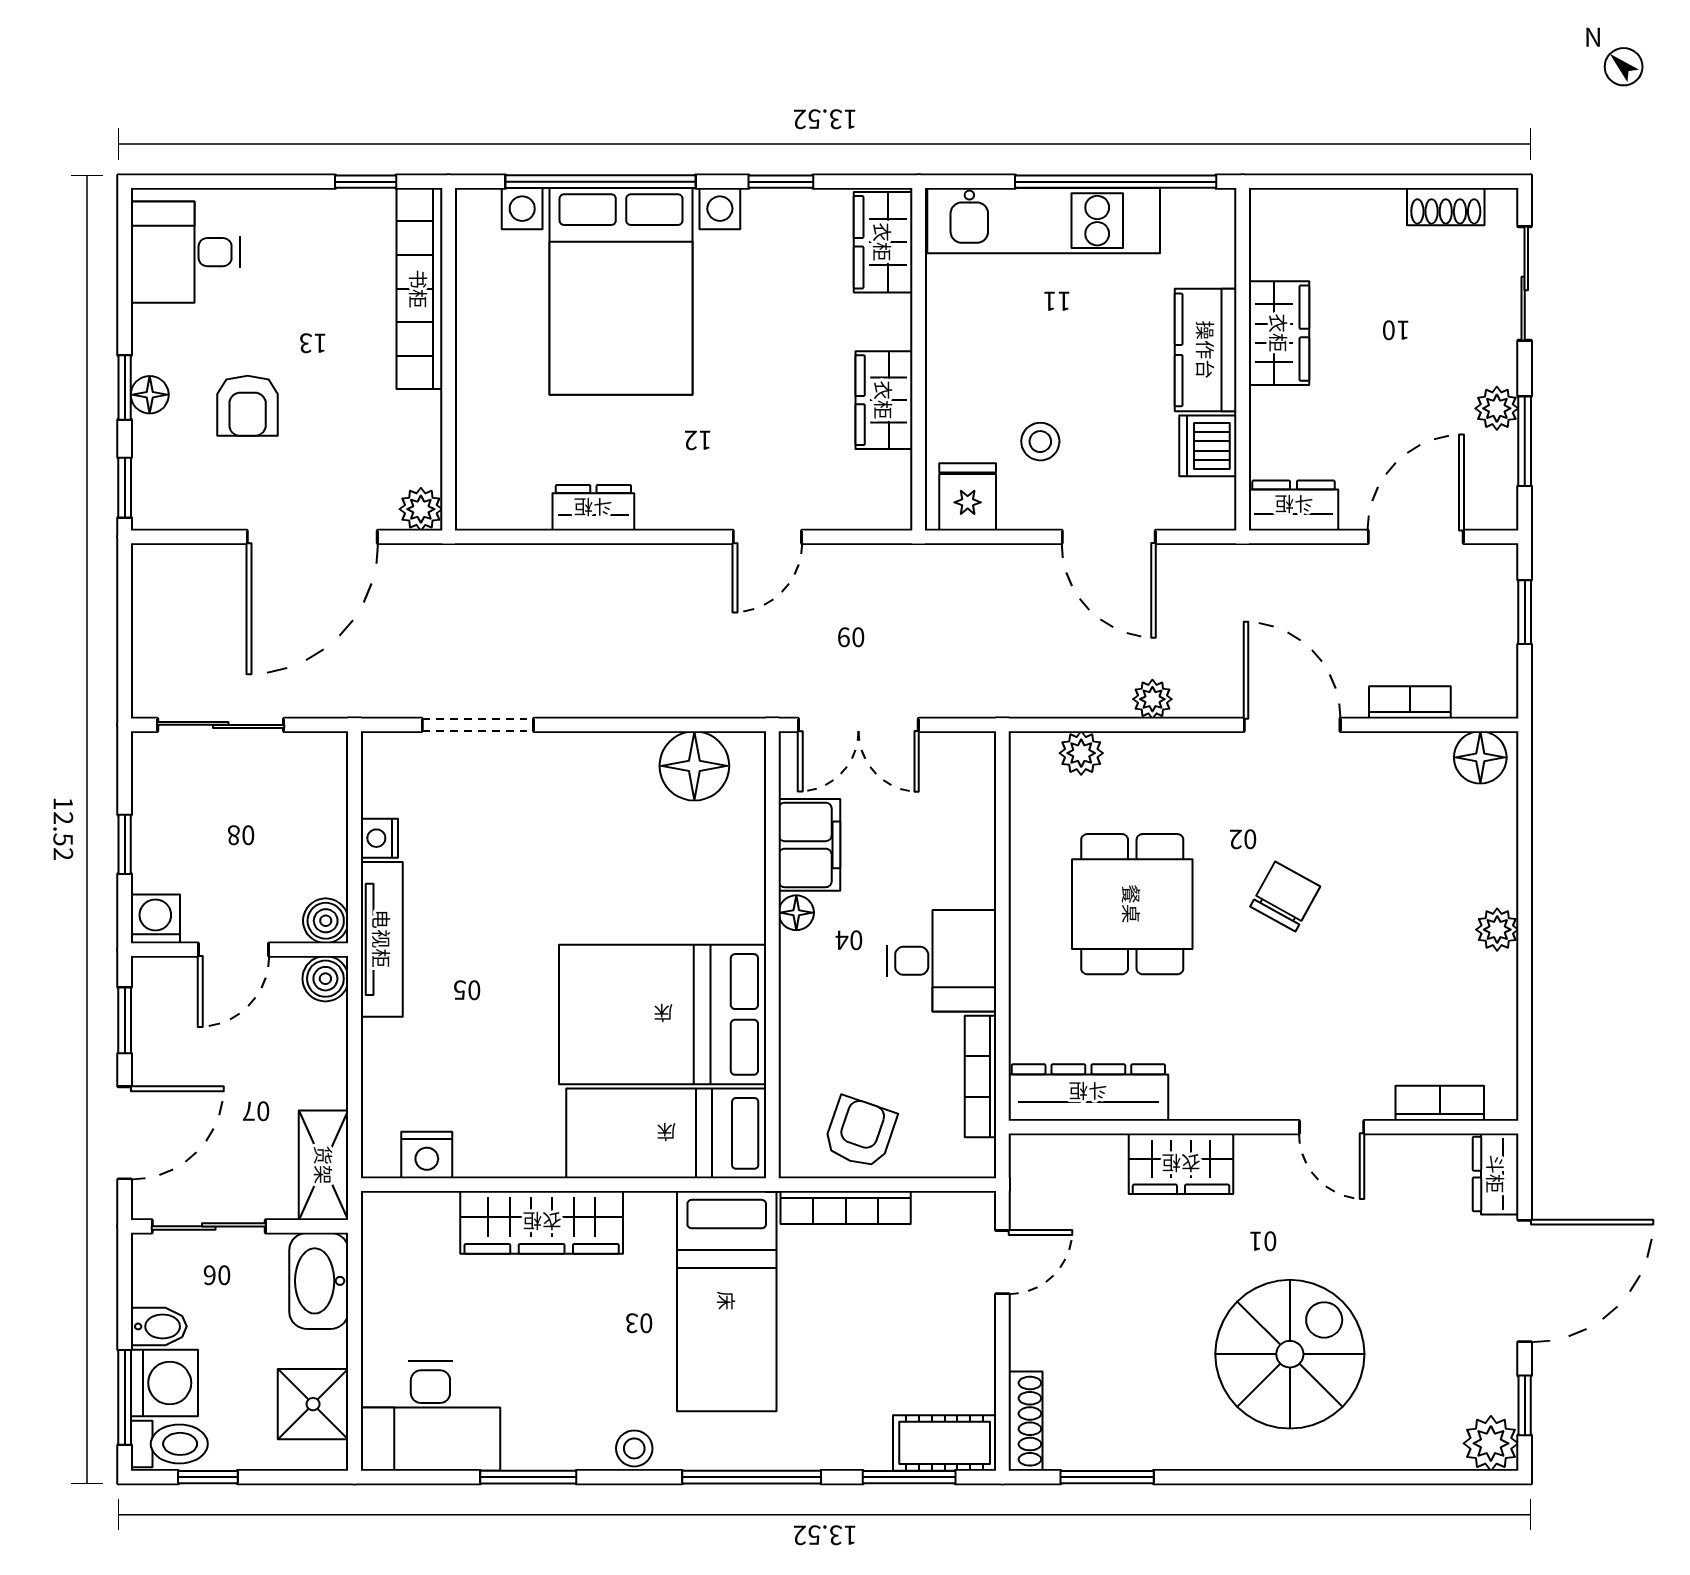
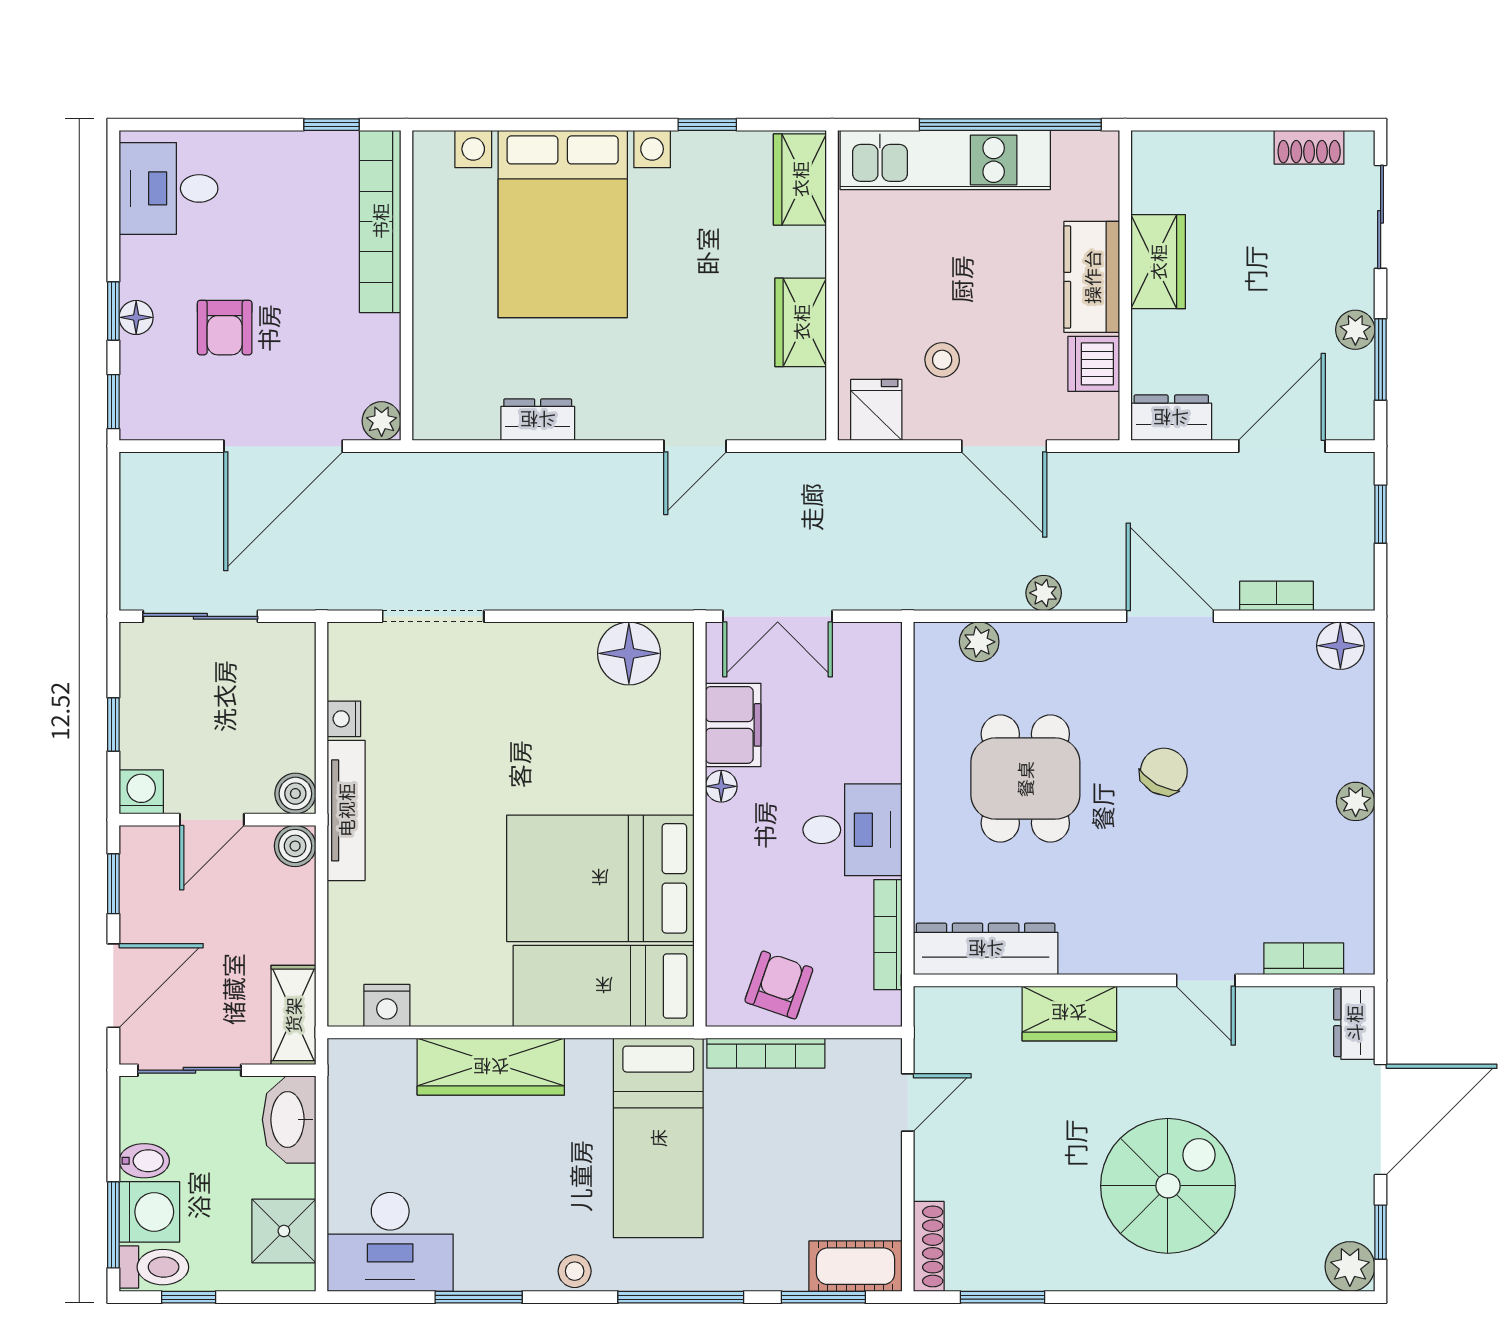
window: (601, 182) -> (544, 125), removed

